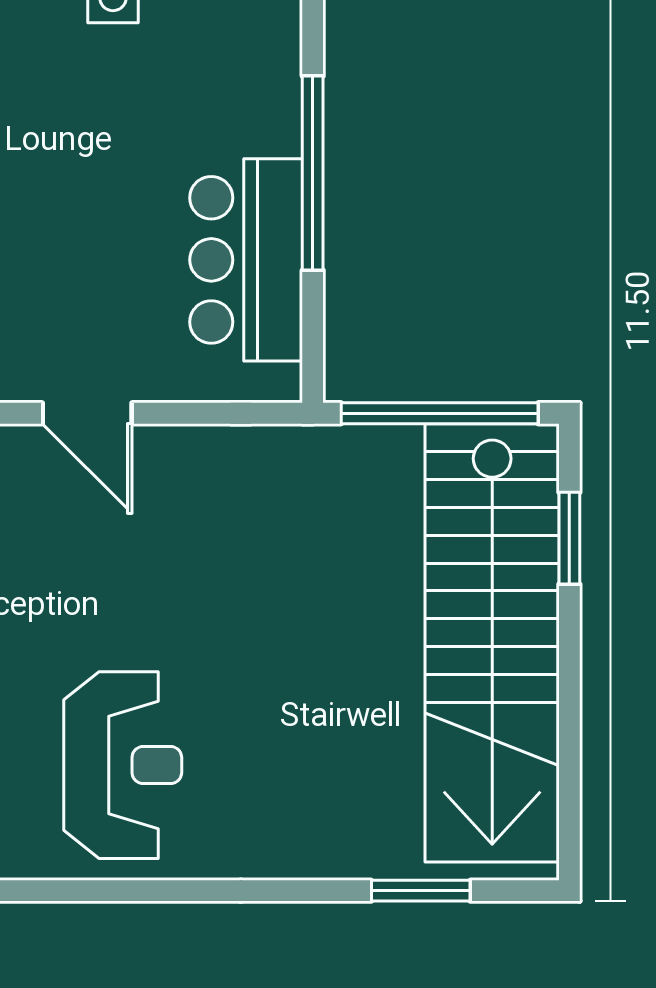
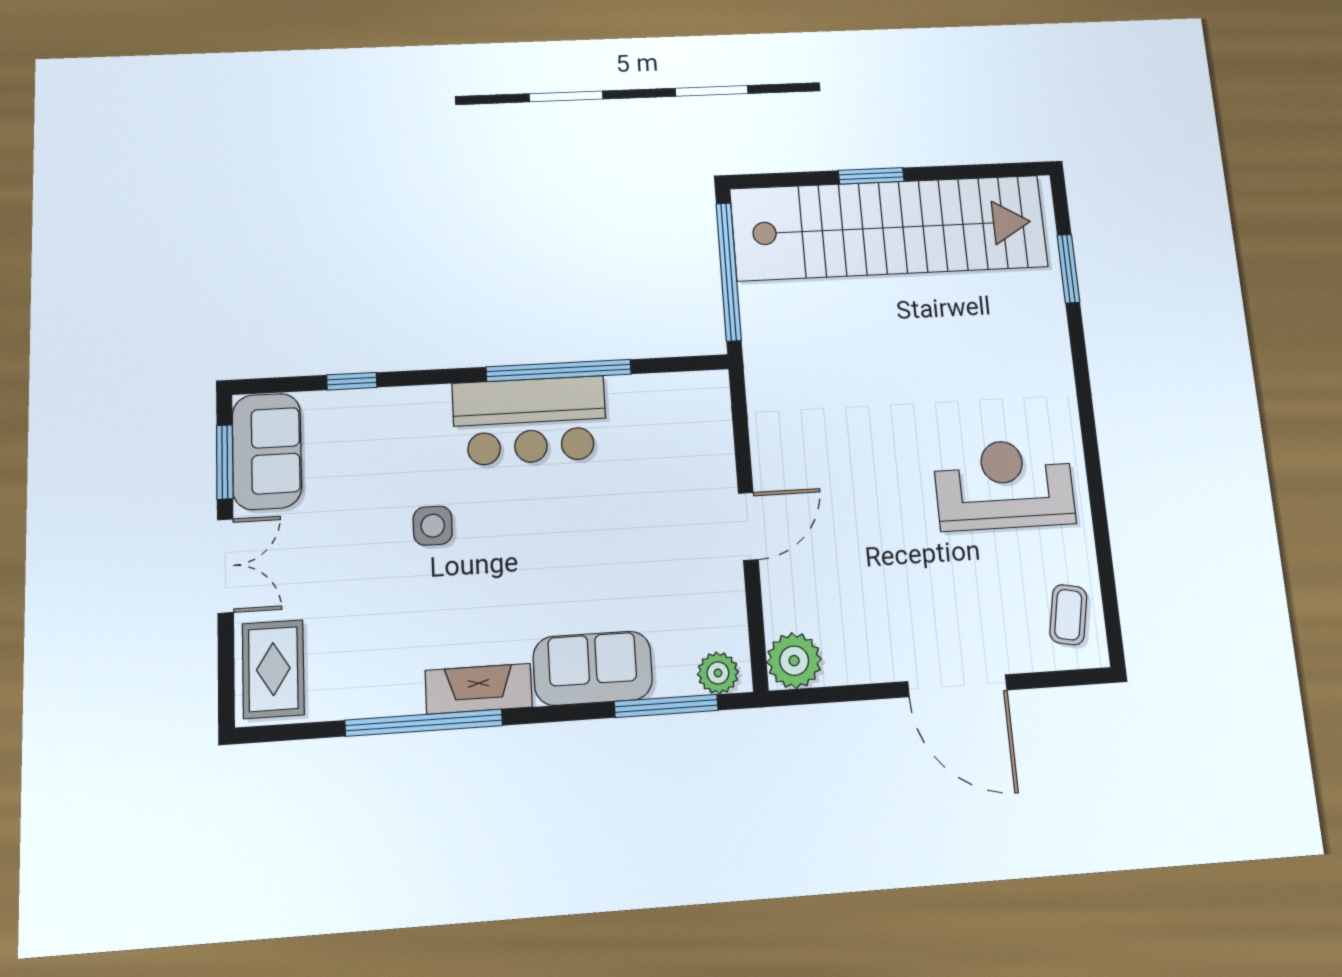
bar counter: (246, 260) -> (530, 421), moved
window: (569, 538) -> (871, 176), moved

